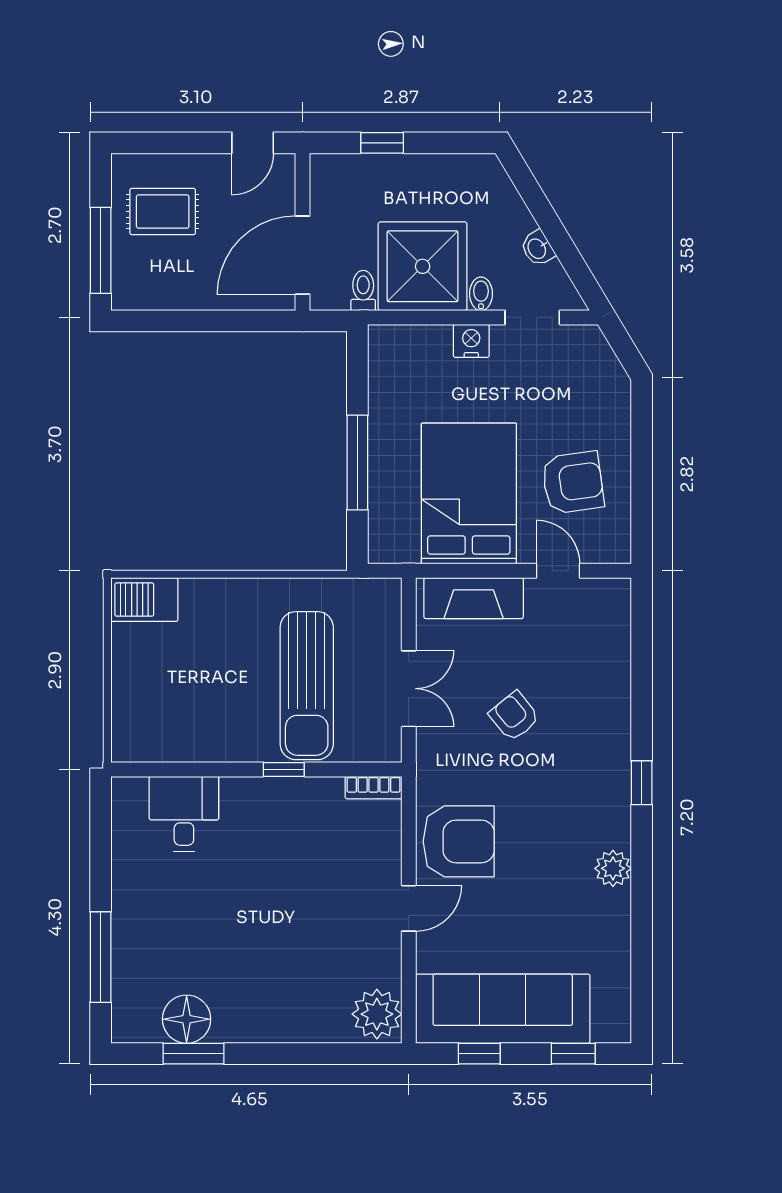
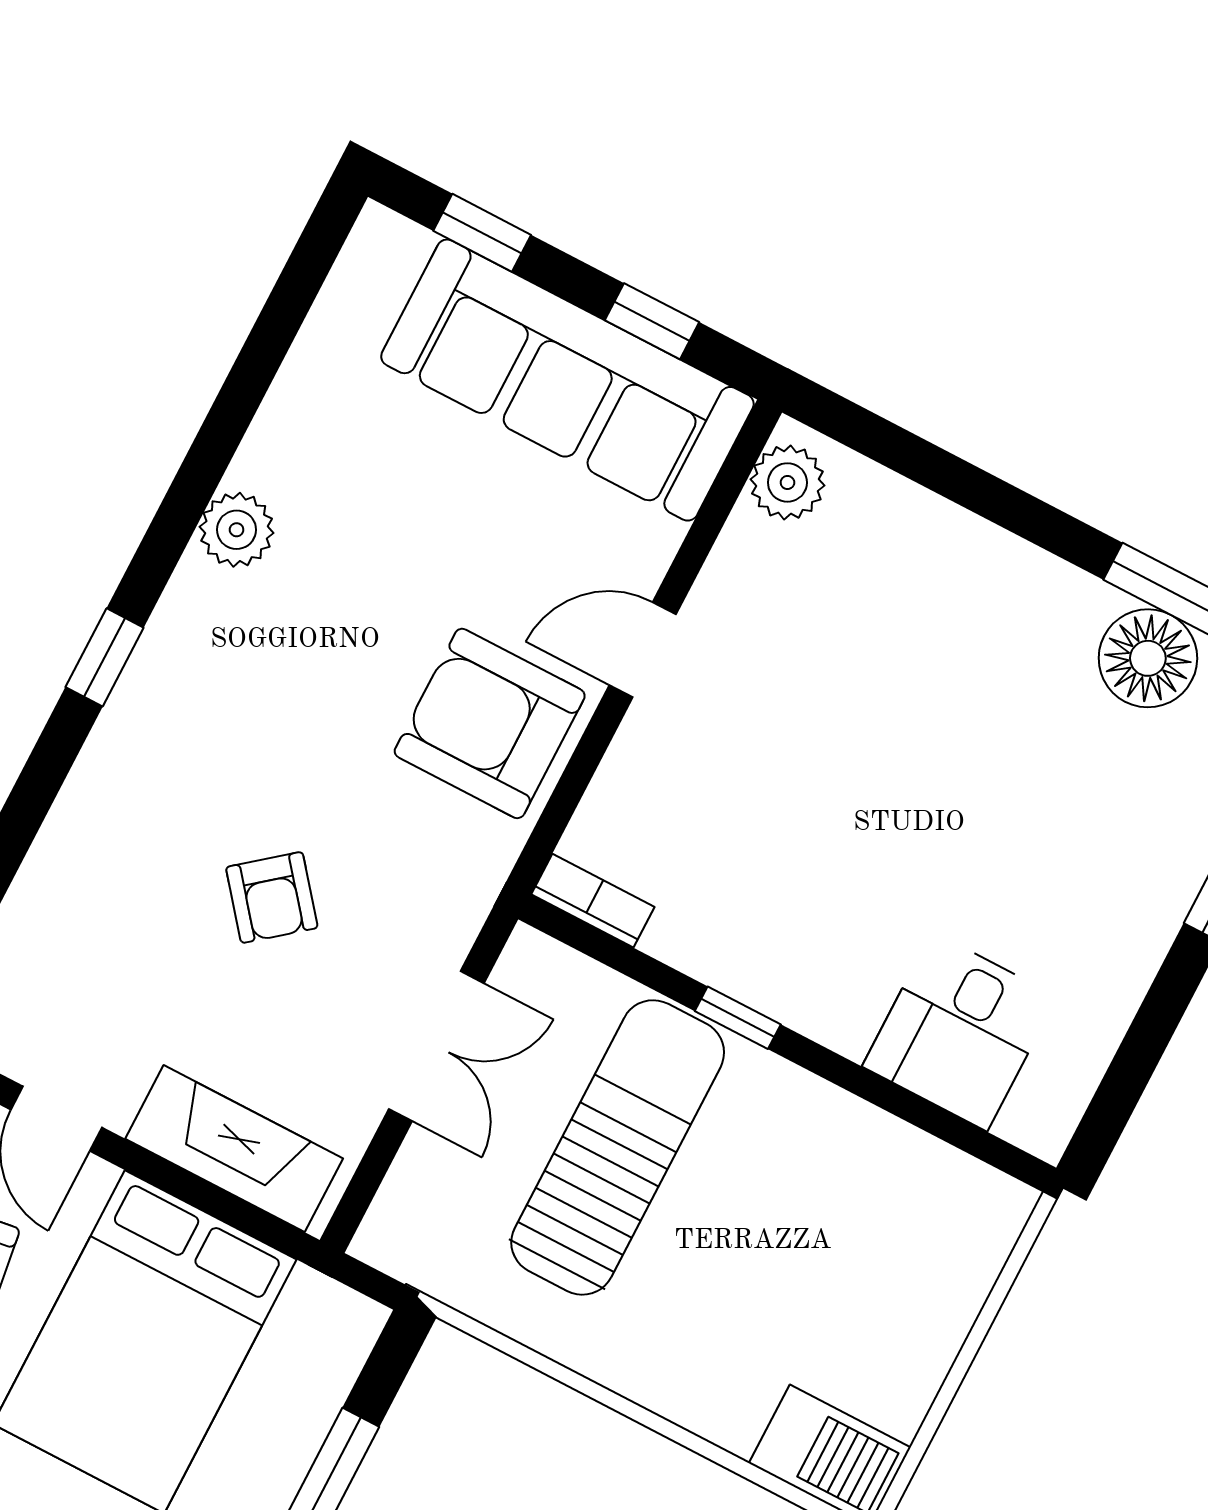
double door: (409, 689) -> (436, 1046), swing flipped
plant: (377, 1014) -> (787, 482), width x0.73, depth x0.73

